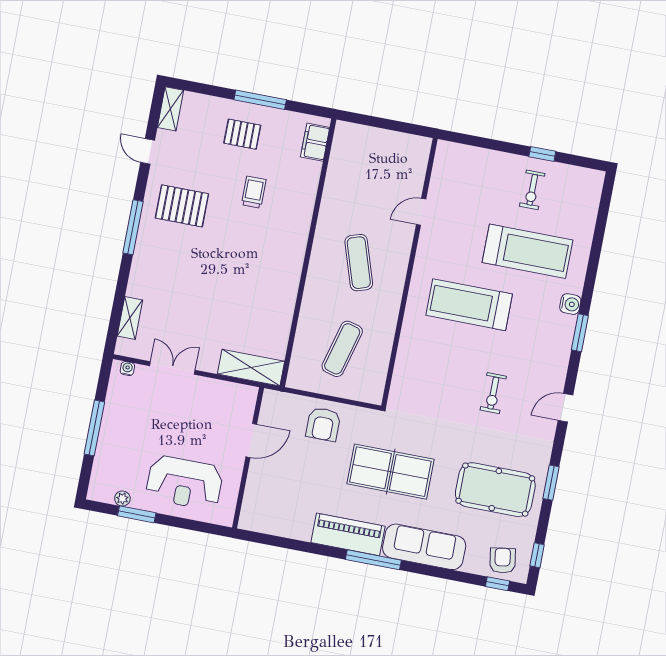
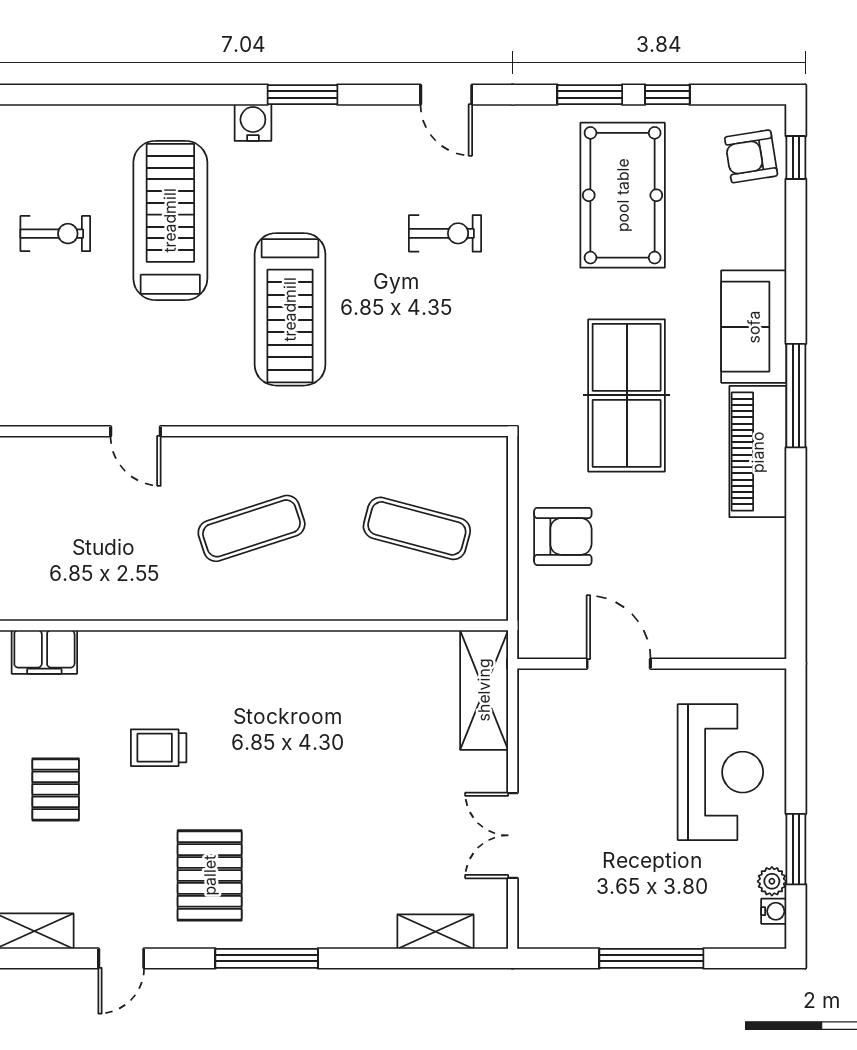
water cooler: (127, 369) -> (774, 911), moved, turned 180
sofa: (424, 547) -> (754, 327), width x0.73
window: (537, 555) -> (667, 95), moved

